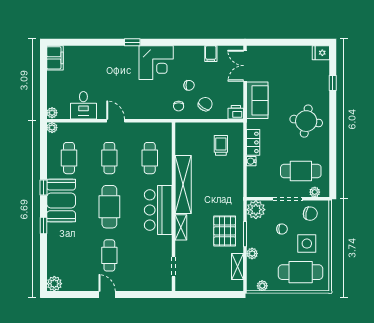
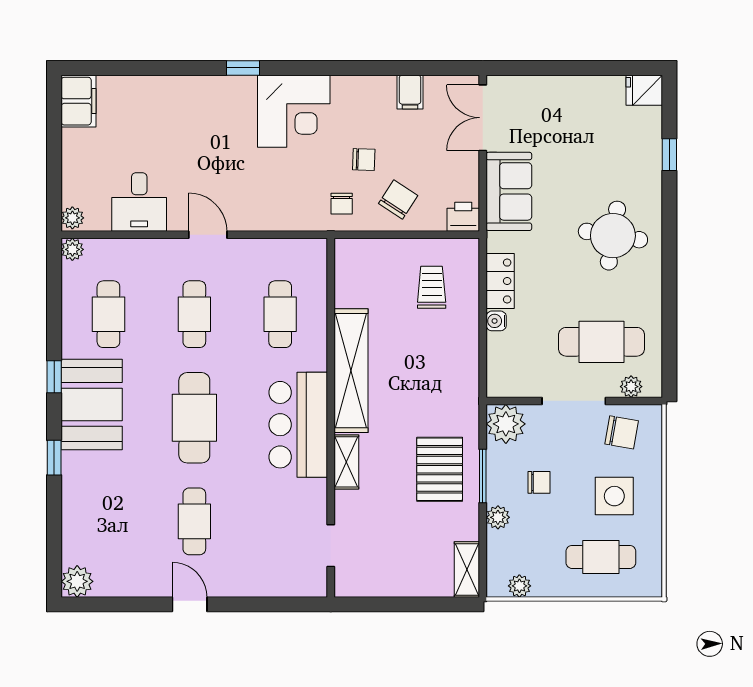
chair: (282, 229) -> (539, 482), moved
shelving: (237, 267) -> (467, 569), moved
cafe table: (301, 272) -> (601, 557), width x0.73, depth x0.74

